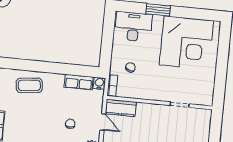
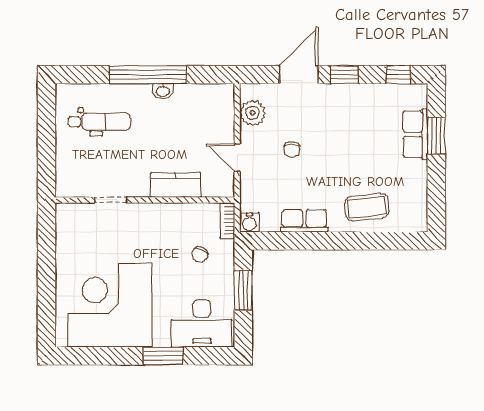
window: (107, 44) -> (243, 291), added
row of seats: (79, 82) -> (304, 221), moved
kitchen counter: (121, 108) -> (176, 185), moved

